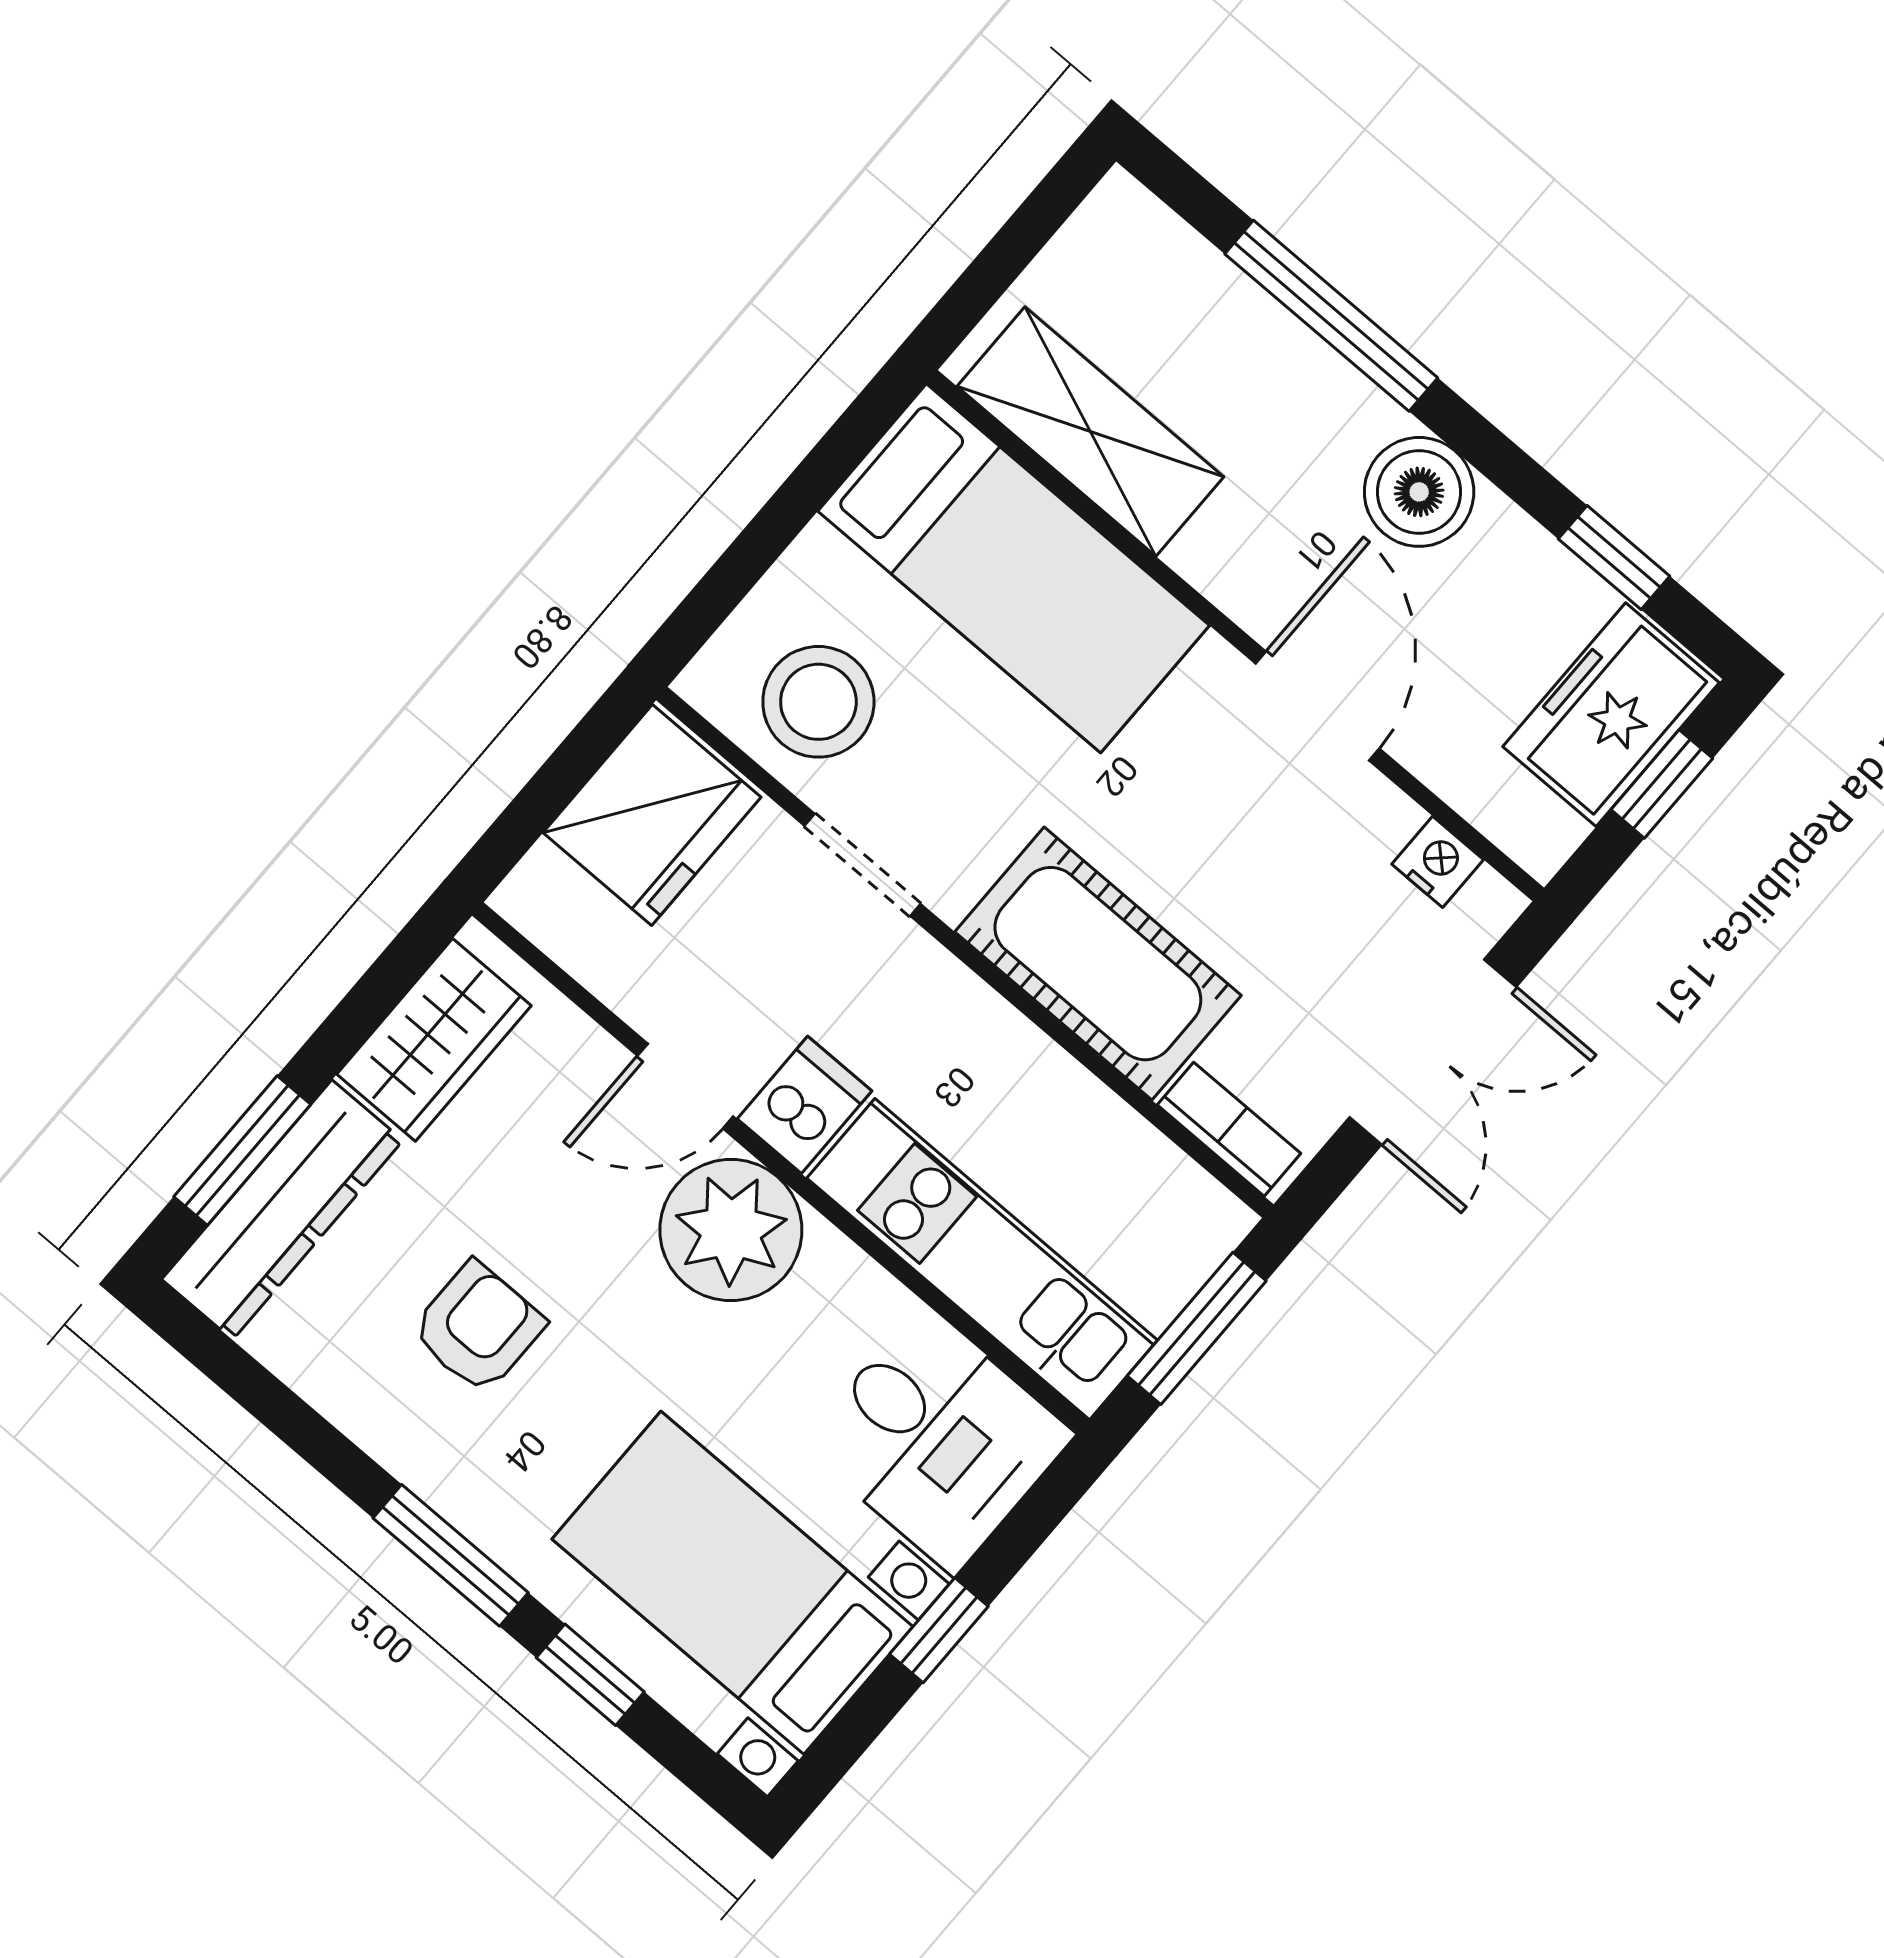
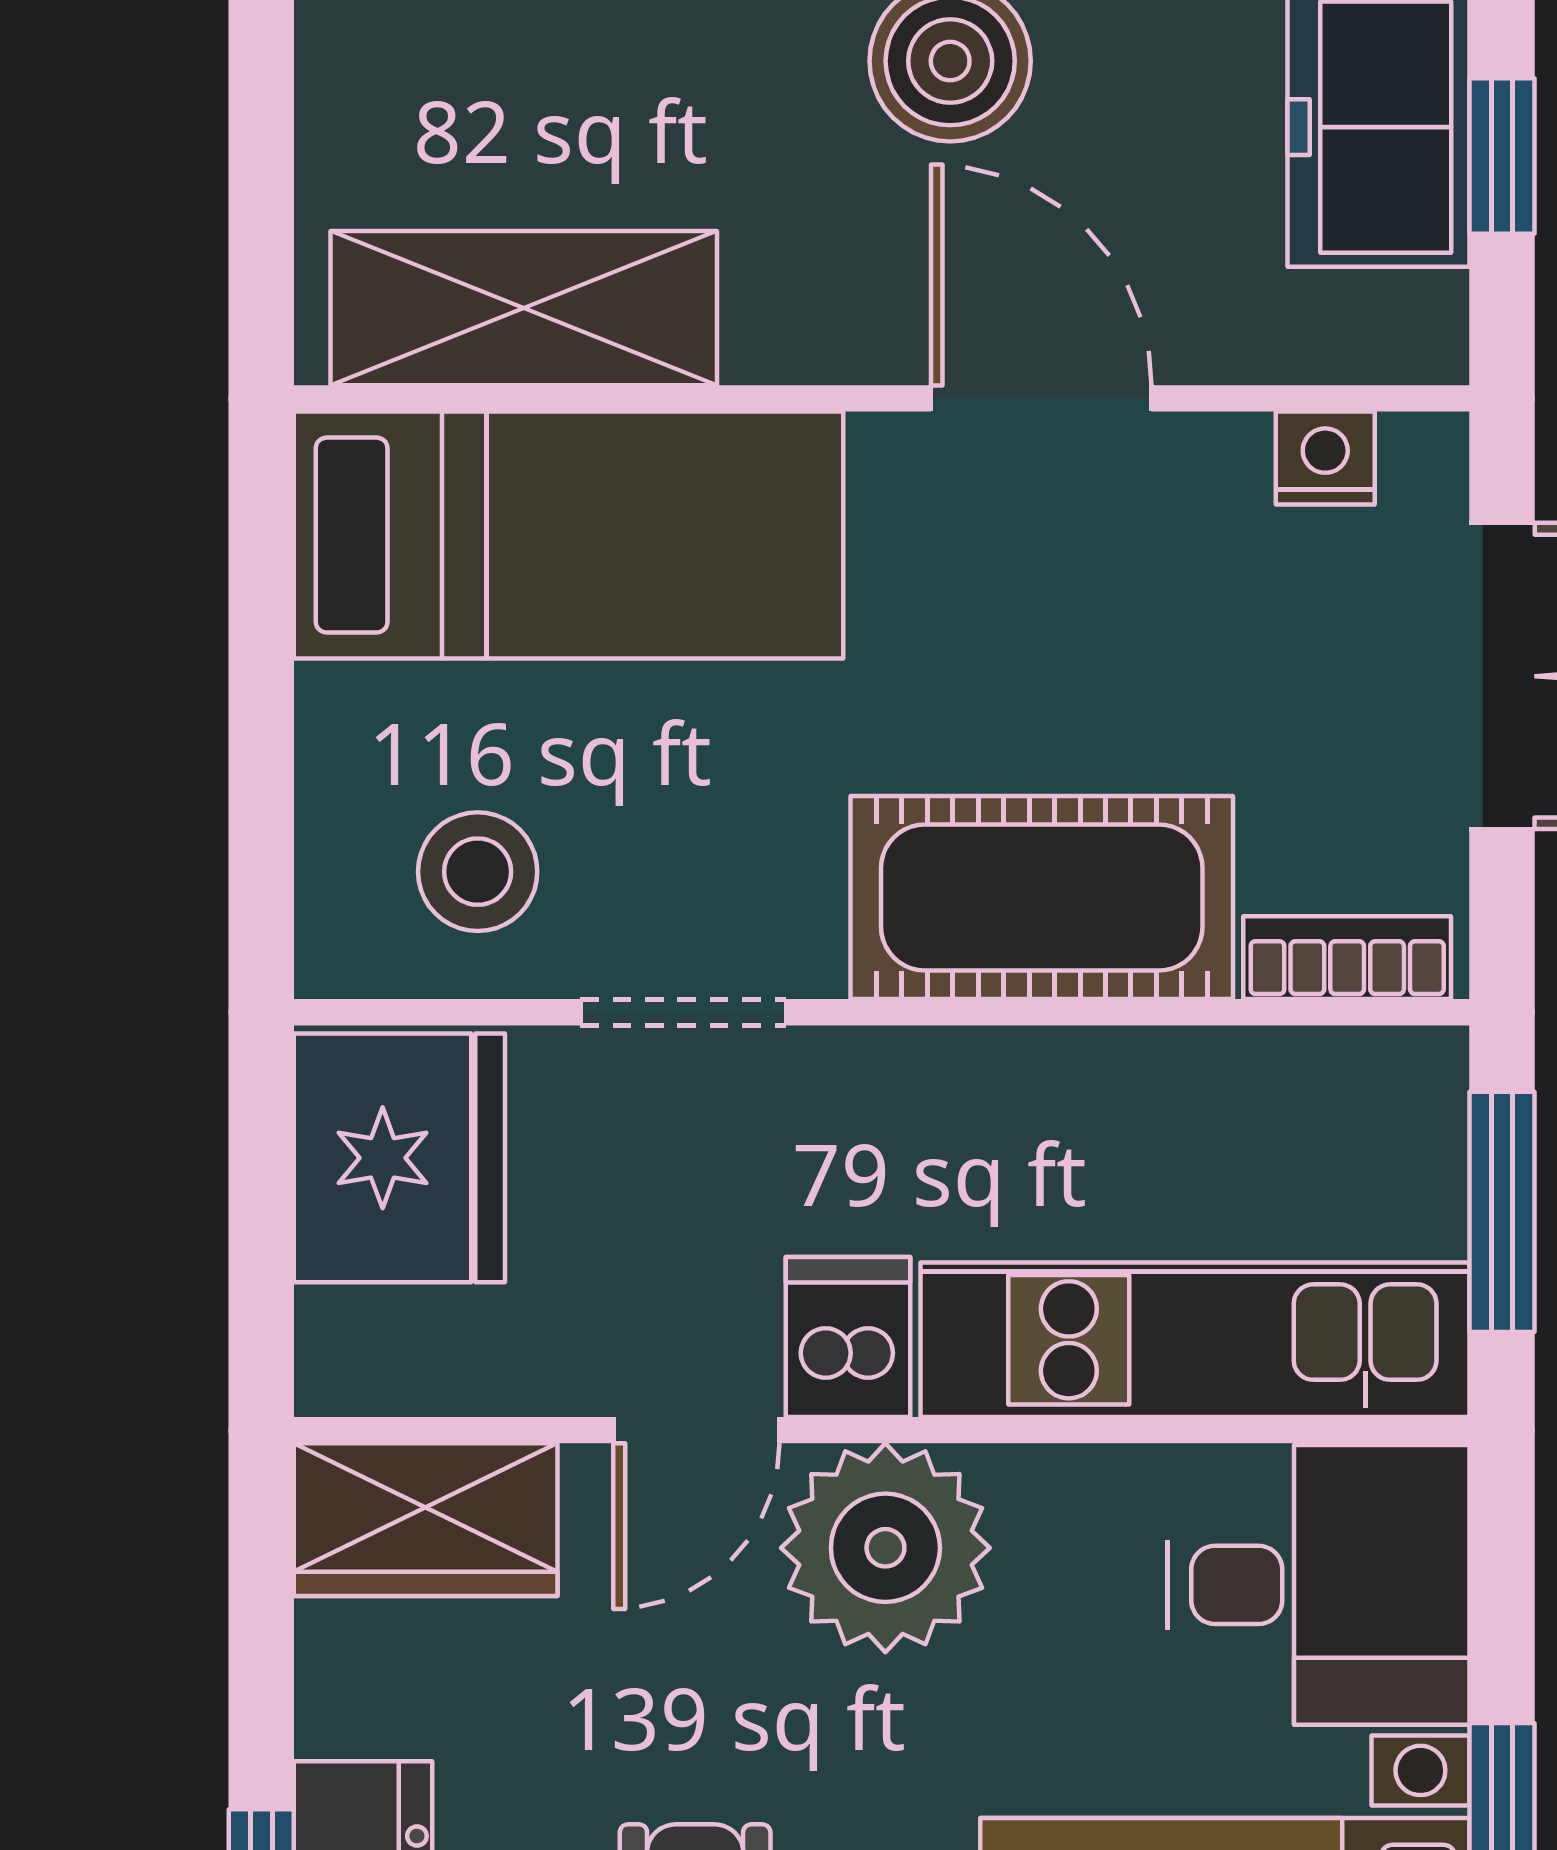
stool: (818, 702) -> (478, 872), width x0.73, depth x0.73
wardrobe: (434, 1040) -> (426, 1520), moved, turned 90

